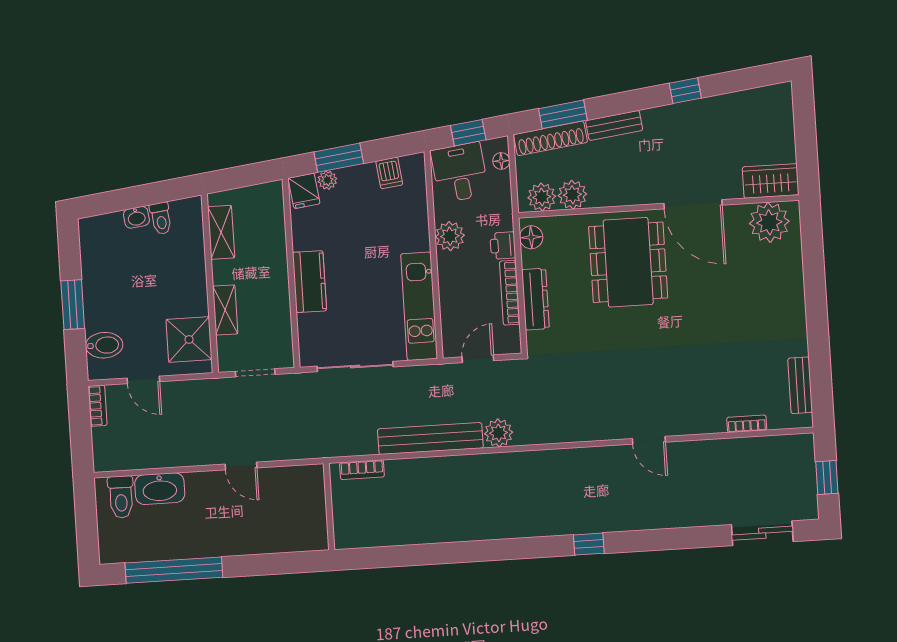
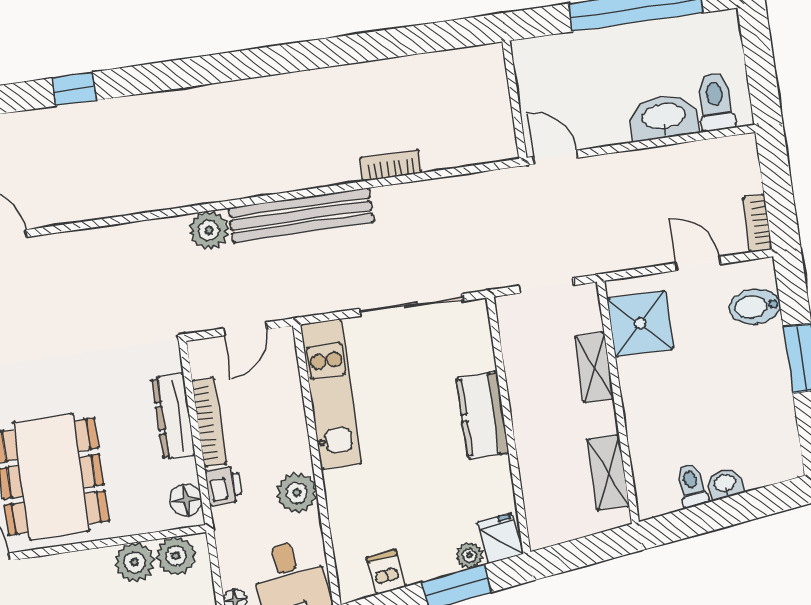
wall: (329, 507) -> (514, 100), moved

